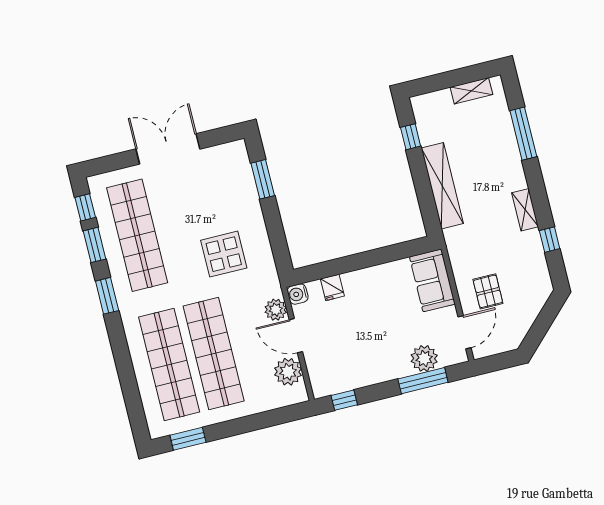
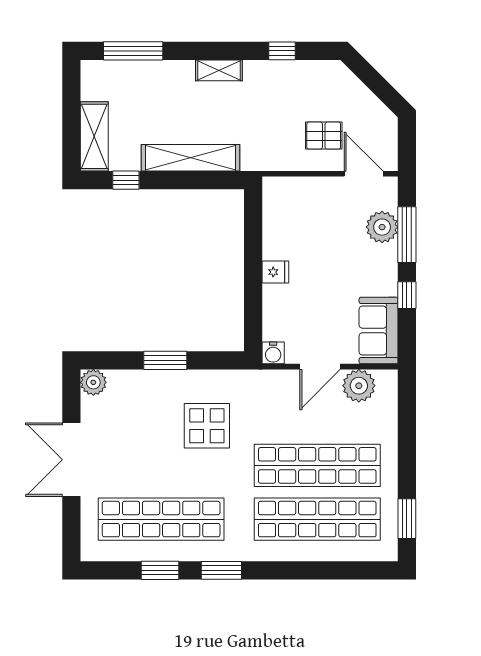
shelving: (471, 91) -> (94, 136), moved, width x1.50, depth x1.33
window: (523, 134) -> (133, 51), moved
window: (263, 179) -> (165, 360), moved
window: (85, 207) -> (115, 570), removed
shelving: (525, 210) -> (219, 70), moved
sofa: (432, 280) -> (379, 331), moved, turned 90
fridge: (332, 287) -> (275, 272), moved
plant: (276, 310) -> (93, 382), moved
window: (344, 400) -> (407, 295), moved

